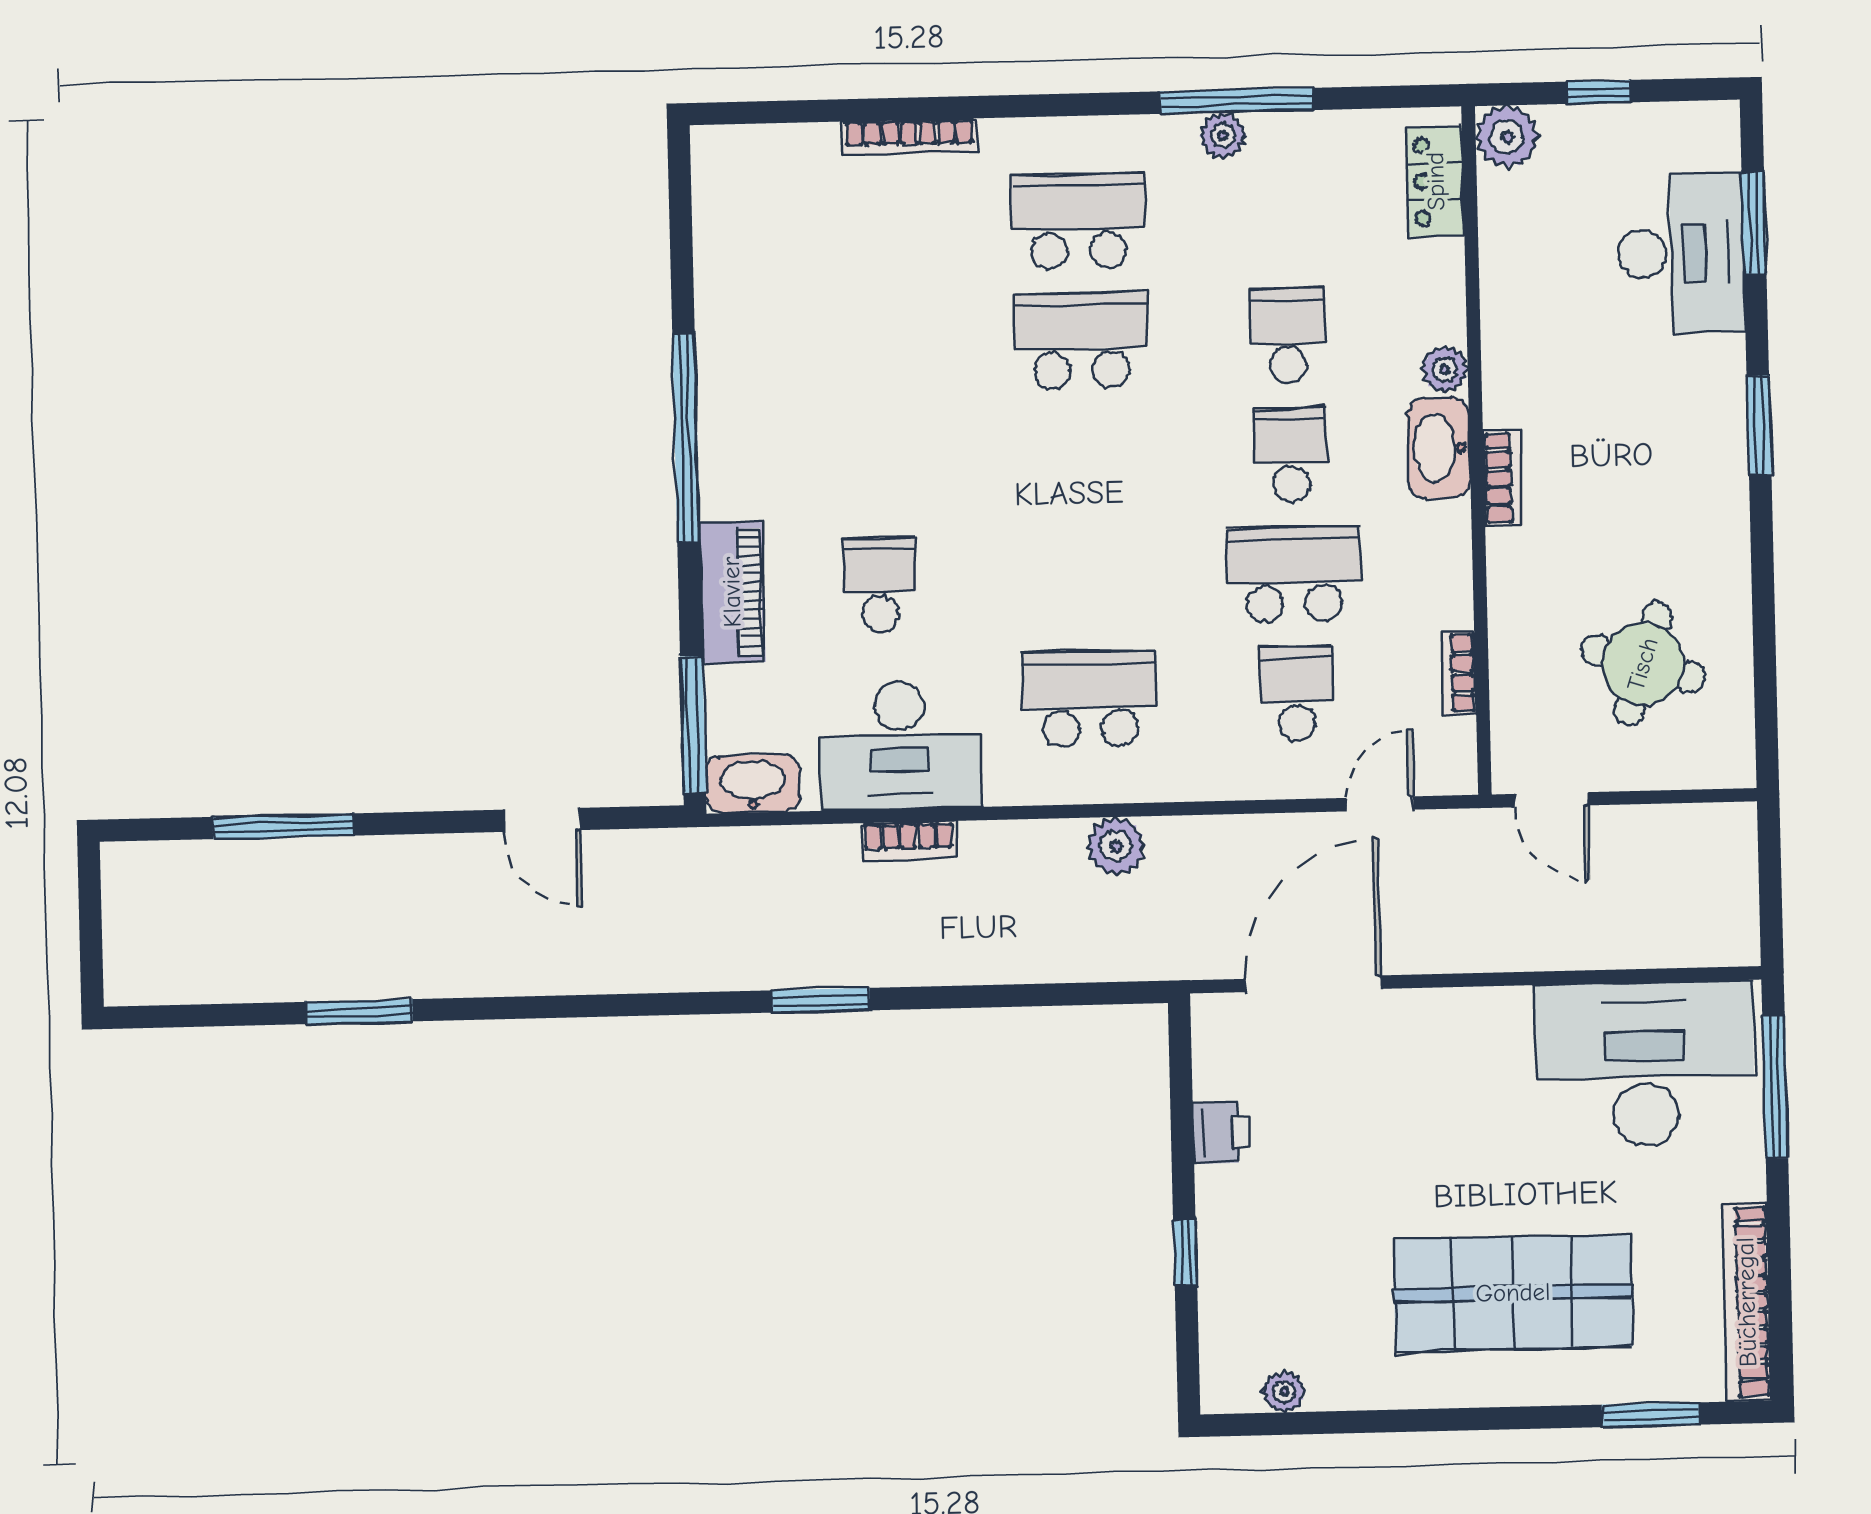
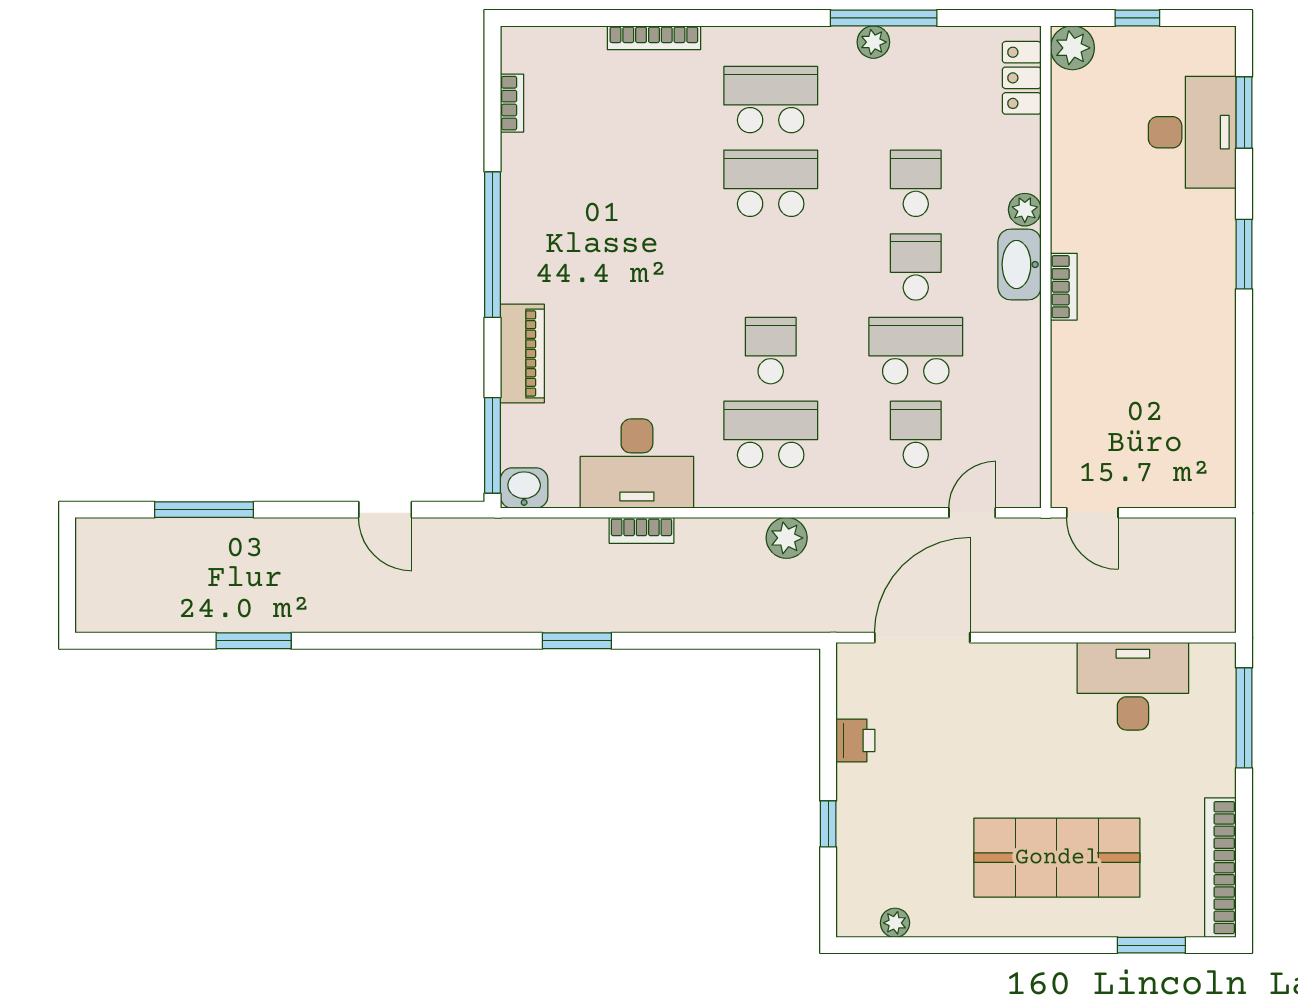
school desk: (880, 585) -> (771, 351), moved
round table: (1643, 664) -> (1159, 419), removed
bookcase: (1459, 673) -> (512, 103), moved, turned 180
washbasin: (753, 784) -> (524, 488), width x0.72
desk: (1645, 1064) -> (1133, 686), width x0.73, depth x0.77

